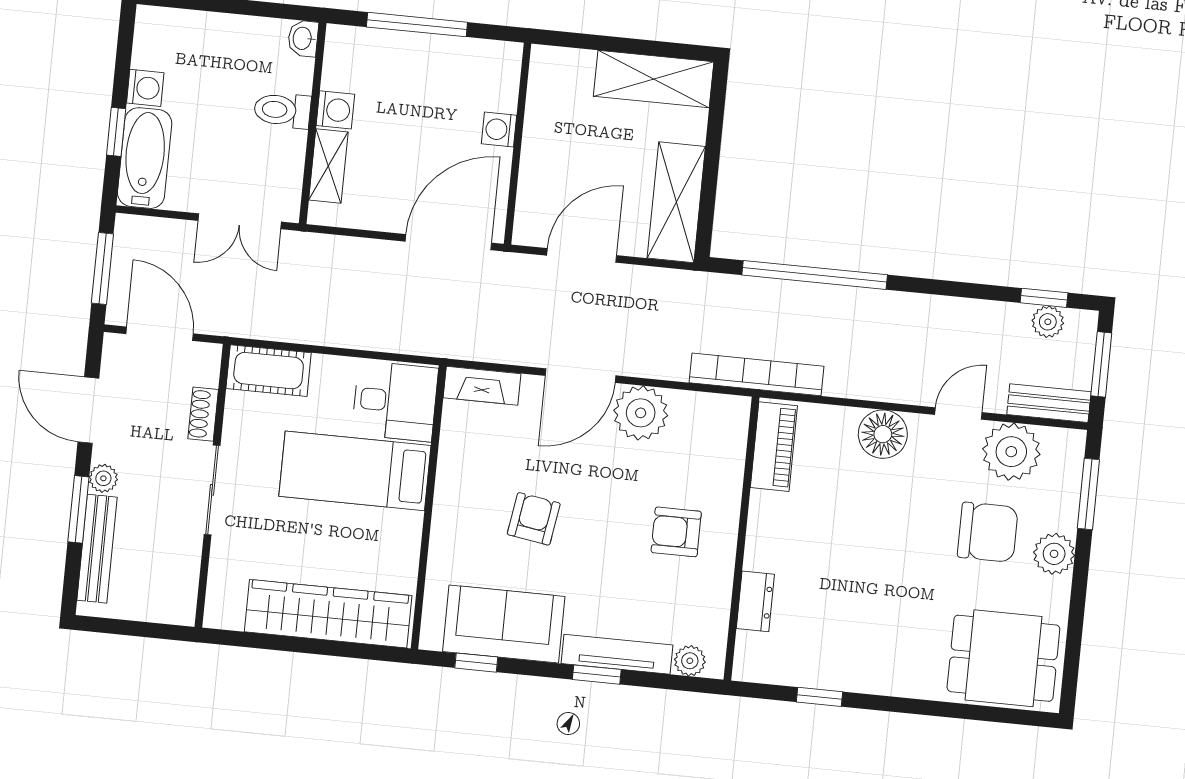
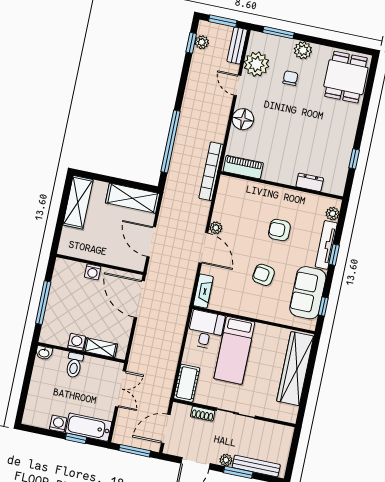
plant: (641, 413) -> (216, 228), width x0.53, depth x0.53
armchair: (676, 532) -> (279, 230), moved, turned 90
chair: (988, 532) -> (290, 78), width x0.54, depth x0.54

